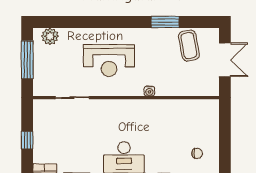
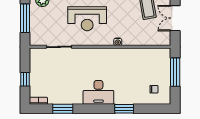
double door: (225, 60) -> (175, 18), swing flipped
window: (225, 131) -> (175, 72), added

